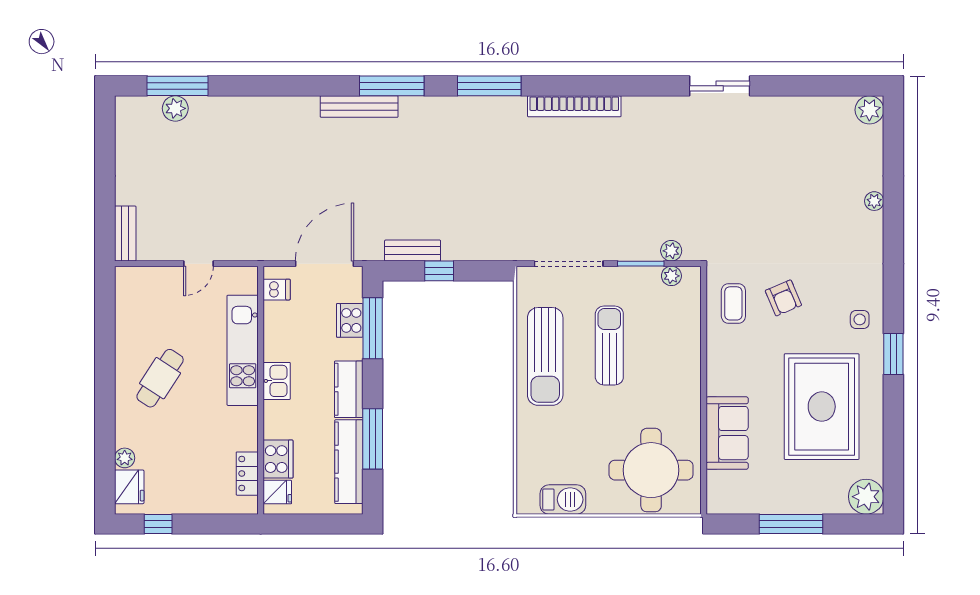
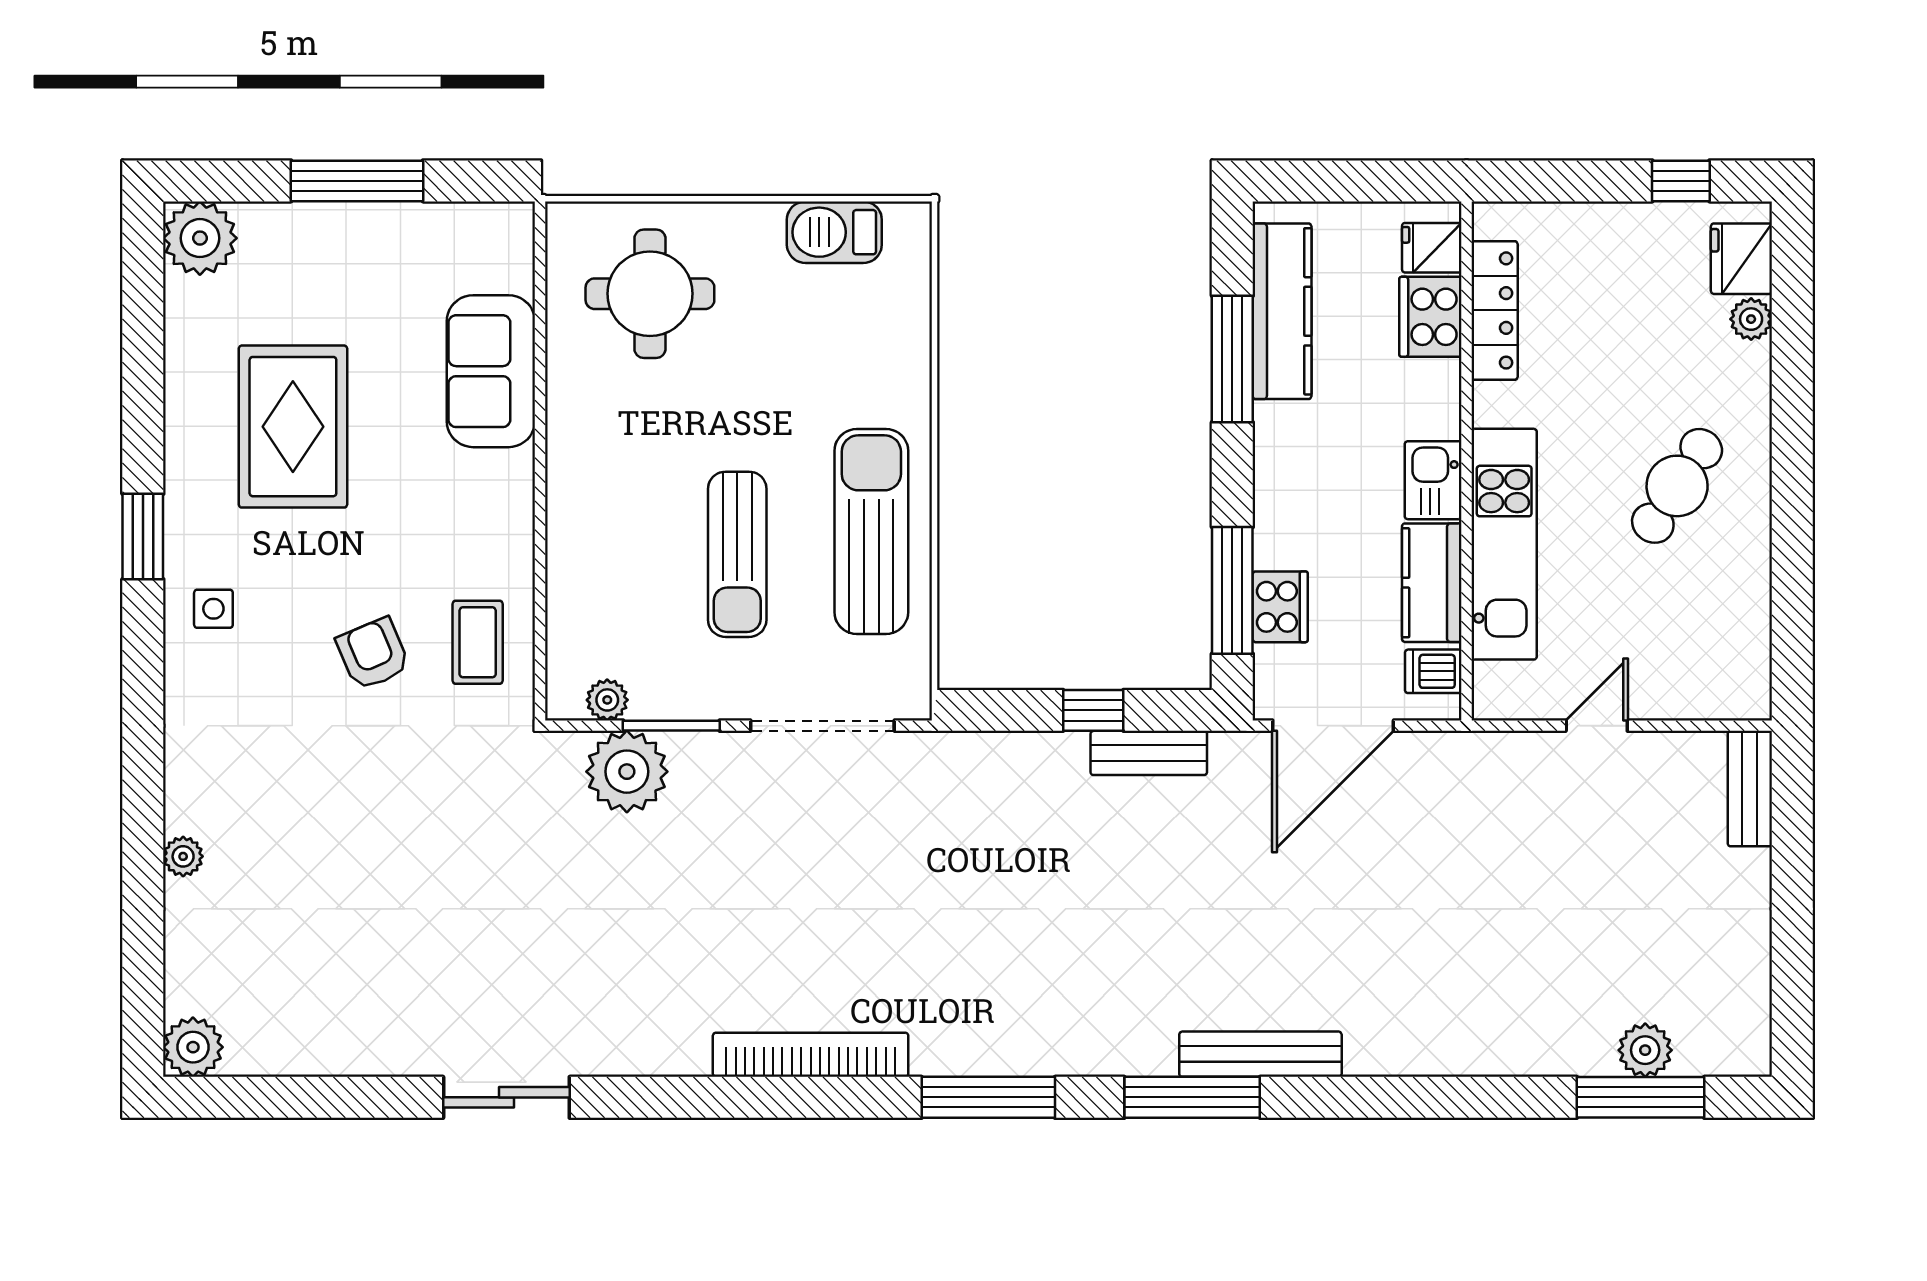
plant: (671, 251) -> (627, 772), width x1.88, depth x1.88
kitchen counter: (349, 389) -> (1432, 583), moved, turned 180
rug: (822, 407) -> (293, 427), width x0.73, depth x0.69
round table: (651, 470) -> (650, 294), width x0.73, depth x0.73
locker: (247, 474) -> (1495, 310), width x1.53

